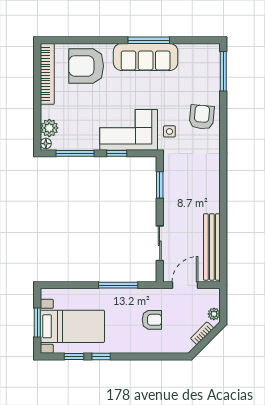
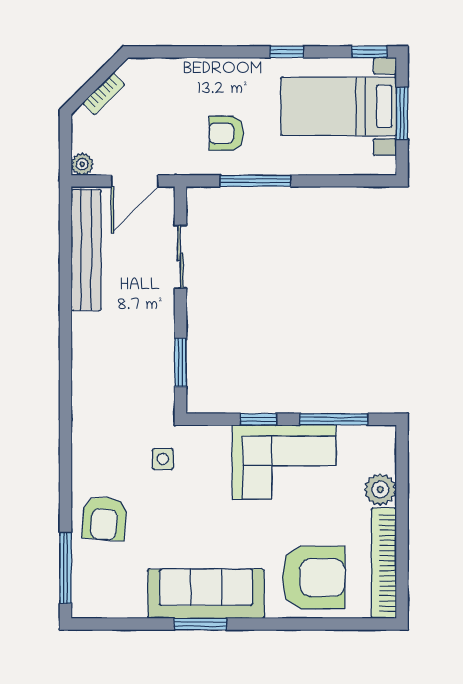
window: (149, 40) -> (200, 624), width x0.69
armchair: (202, 117) -> (105, 519), moved
plant: (49, 128) -> (380, 489), moved
corner sofa: (129, 130) -> (284, 462), moved
floor lamp: (46, 144) -> (387, 437), removed
plant: (214, 314) -> (82, 164), moved
armchair: (152, 320) -> (226, 133), moved
window: (74, 356) -> (369, 52), moved

